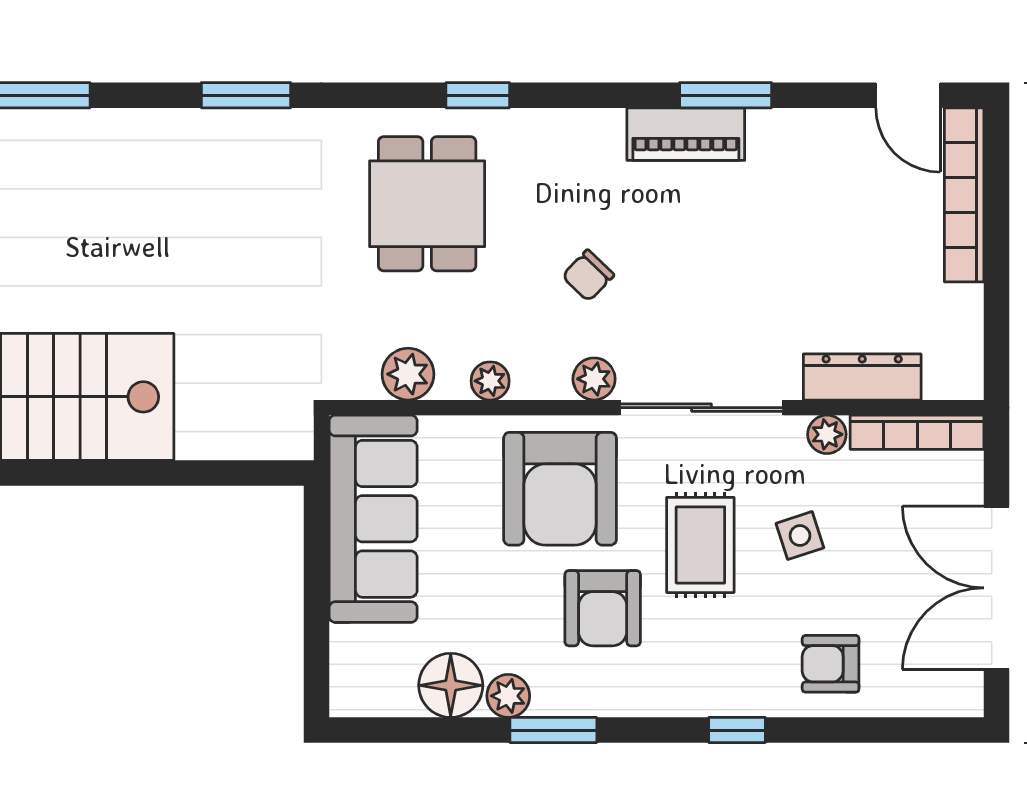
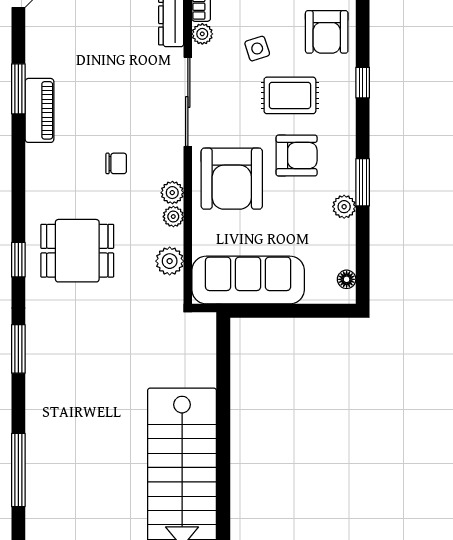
window: (478, 95) -> (18, 260), moved
chair: (588, 276) -> (116, 163), turned -44
plant: (594, 379) -> (172, 193), moved
armchair: (560, 489) -> (232, 179), turned 90
rug: (700, 545) -> (290, 95), moved
armchair: (831, 664) -> (327, 32), width x1.38, depth x1.38
floor lamp: (451, 685) -> (347, 279), moved, width x0.53, depth x0.53

